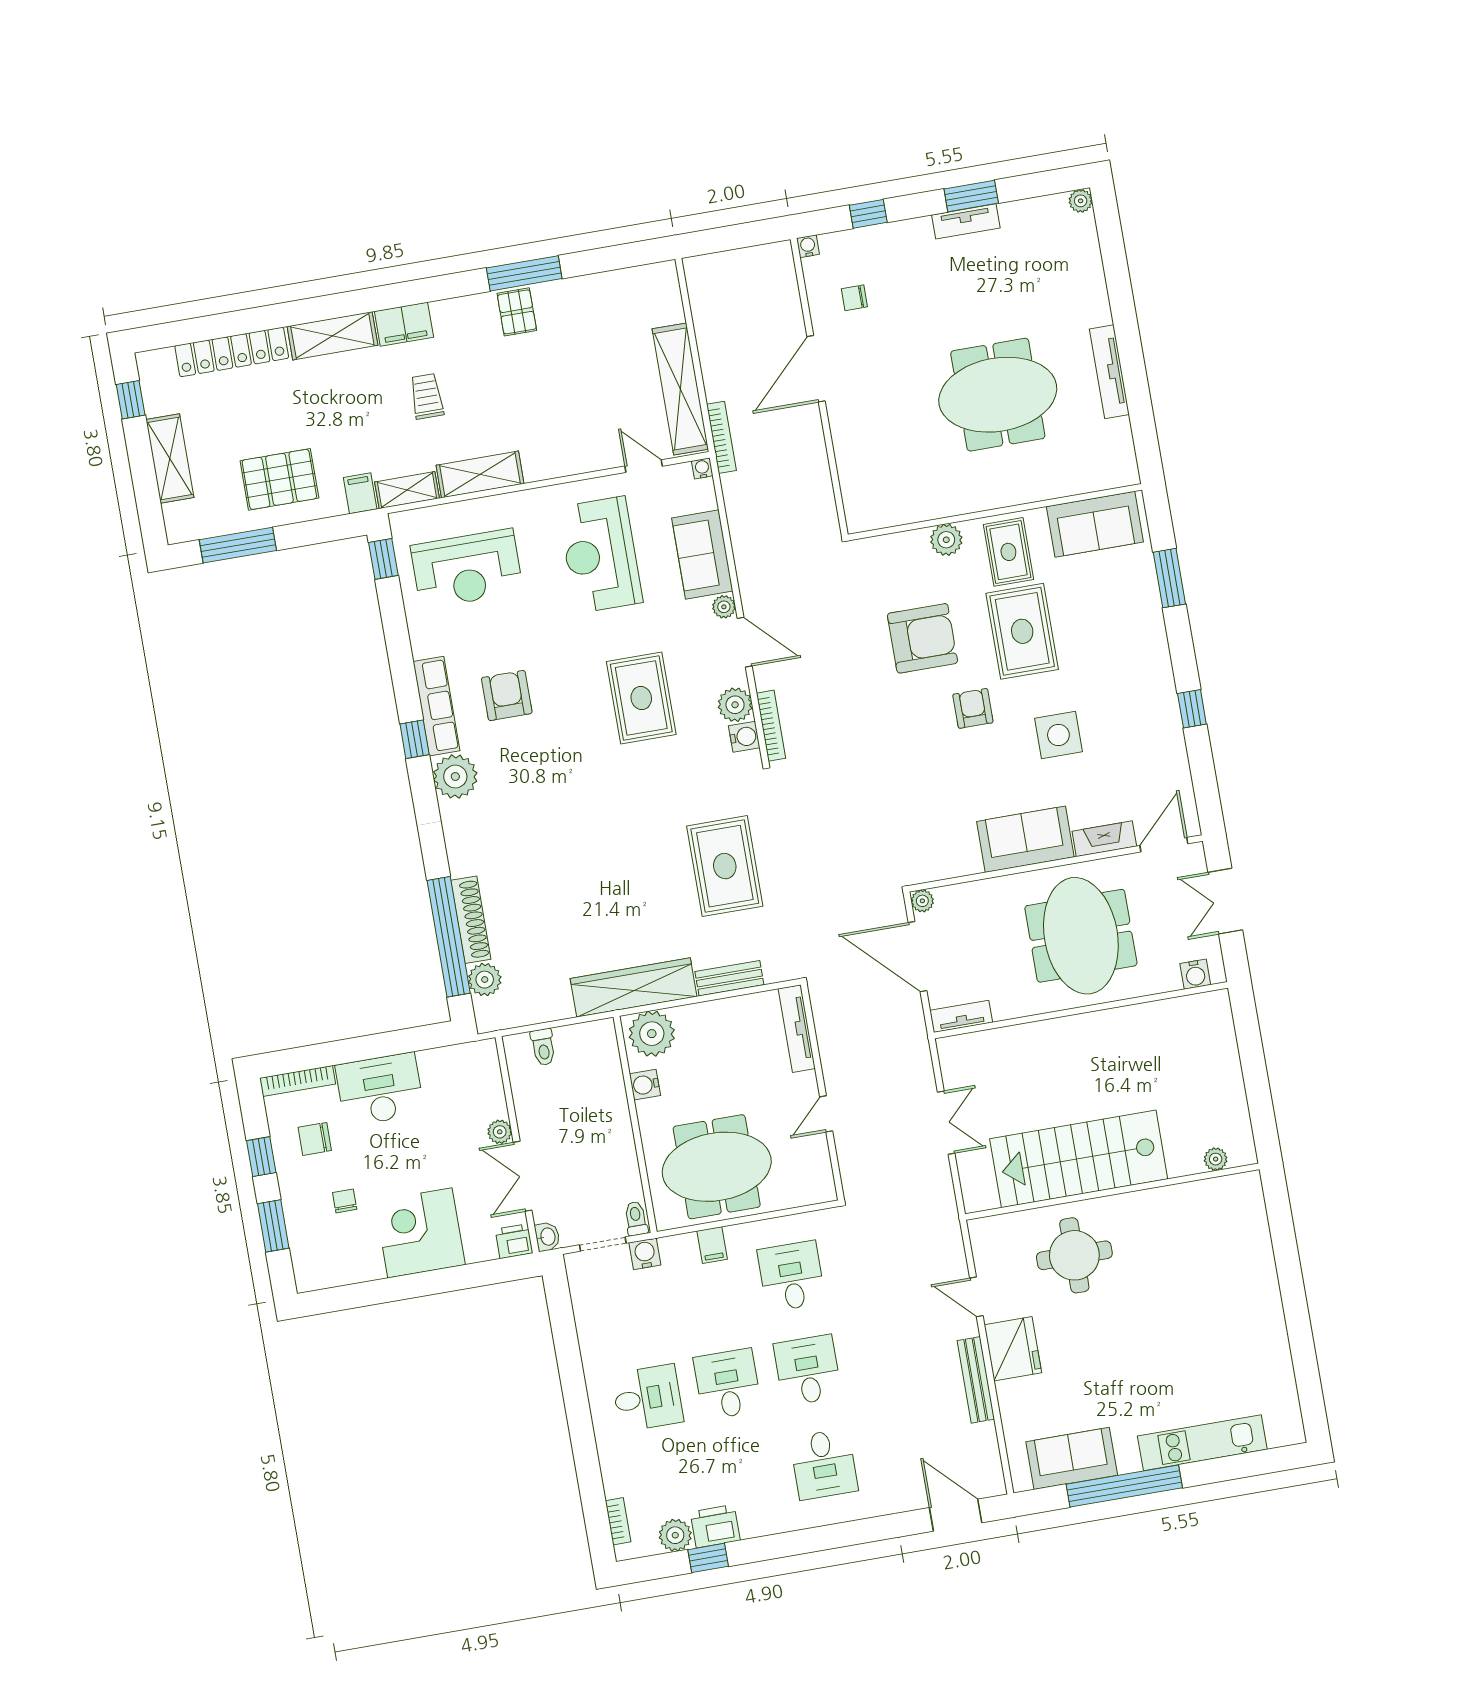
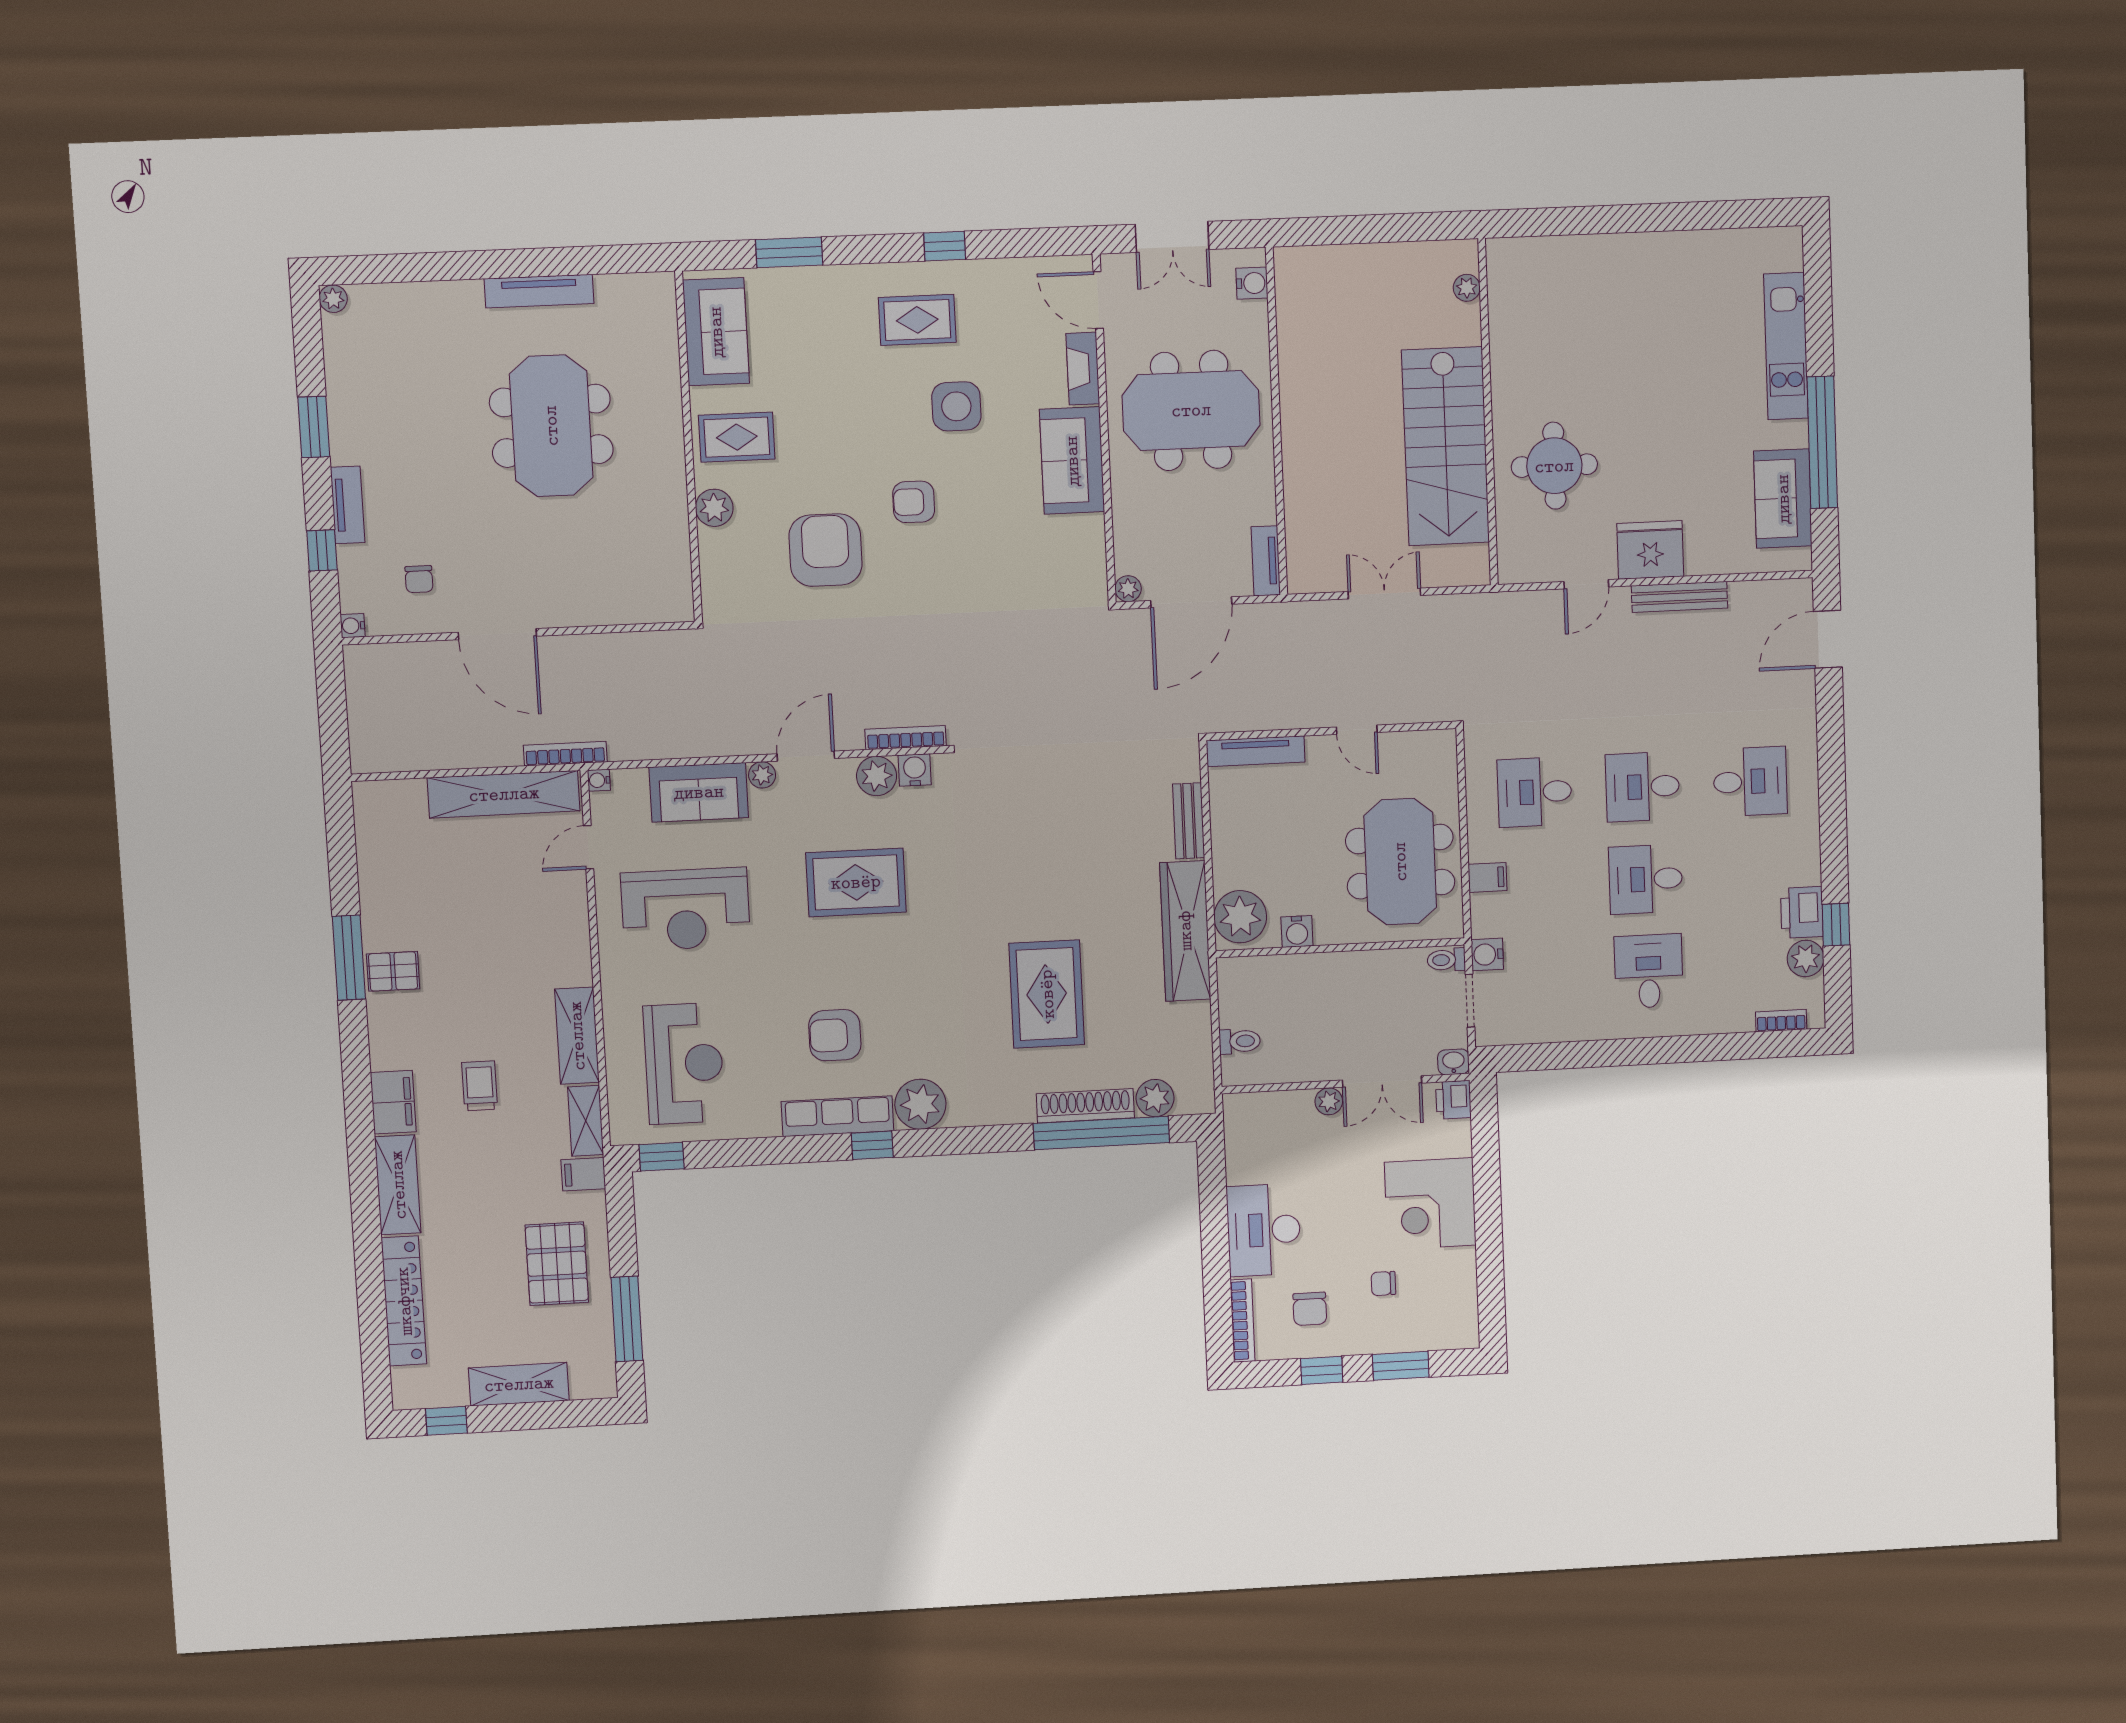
tv unit: (966, 221) -> (348, 505), moved
trolley: (427, 396) -> (480, 1086), turned 90
rug: (1022, 631) -> (917, 320), moved, width x0.73, depth x0.70
rug: (725, 866) -> (1047, 994), moved, turned 90

